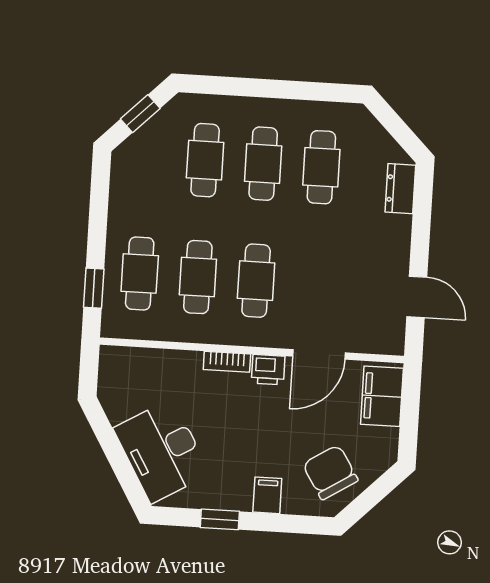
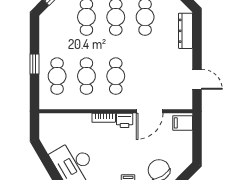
dresser: (400, 189) -> (186, 31), width x1.44
window: (94, 288) -> (34, 64), moved
filing cabinet: (382, 396) -> (183, 123), width x0.50

